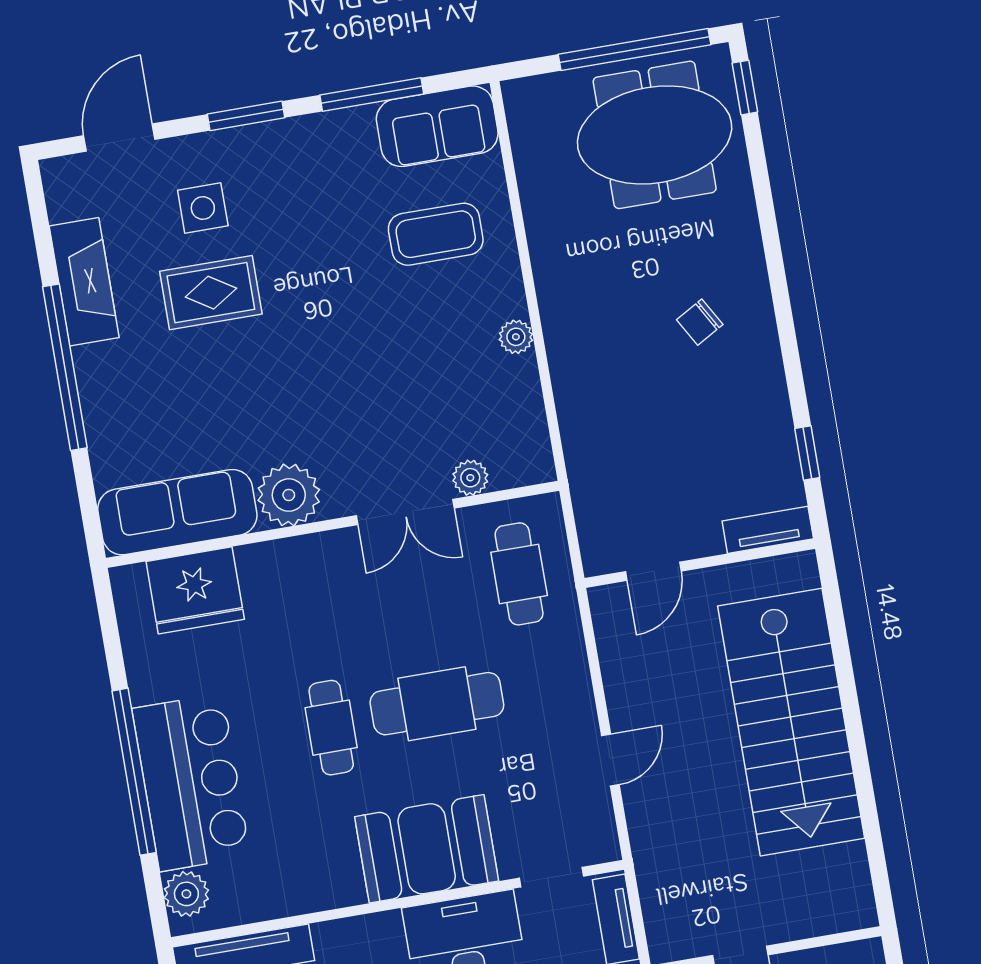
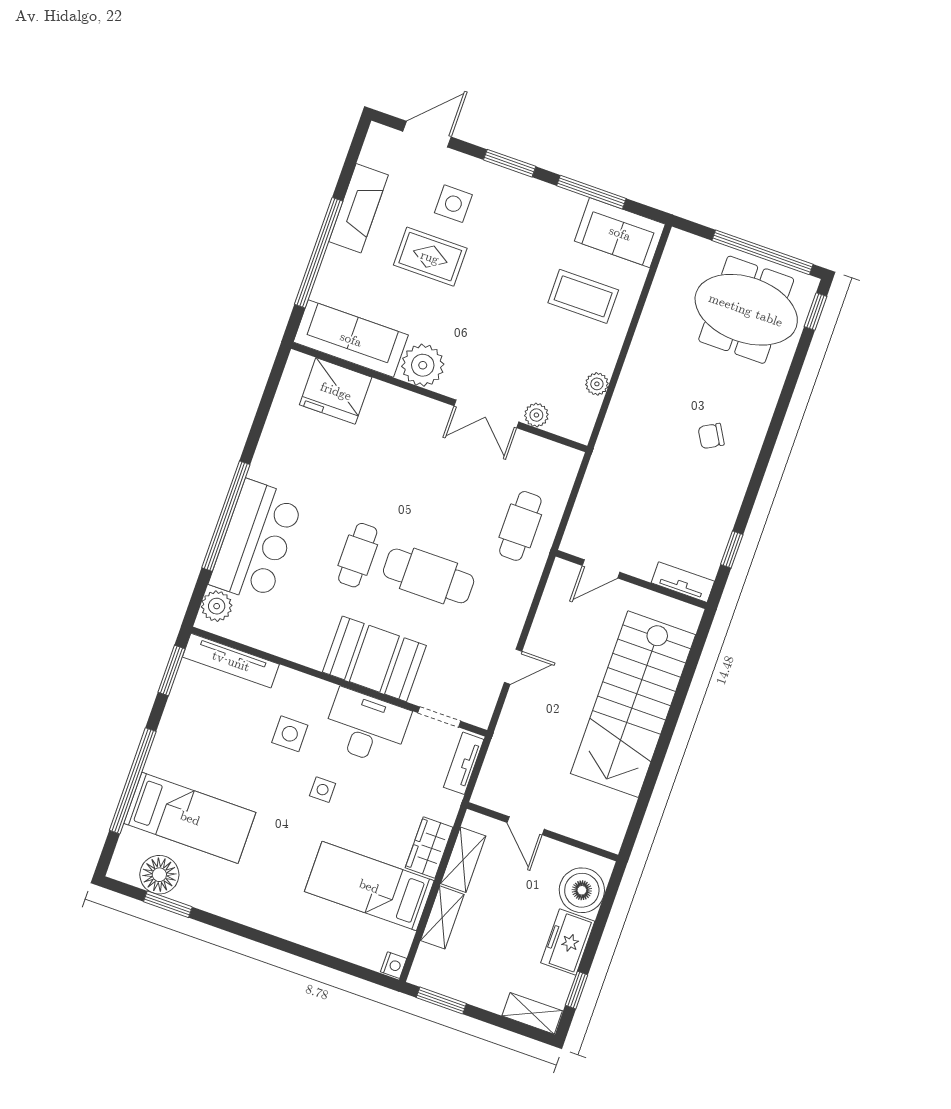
plant: (470, 478) -> (536, 415), moved
plant: (289, 495) -> (423, 365), moved
sofa: (177, 512) -> (351, 339), moved
double door: (405, 512) -> (486, 414), moved
wall: (333, 524) -> (439, 397), moved
fridge: (195, 590) -> (336, 391), moved

